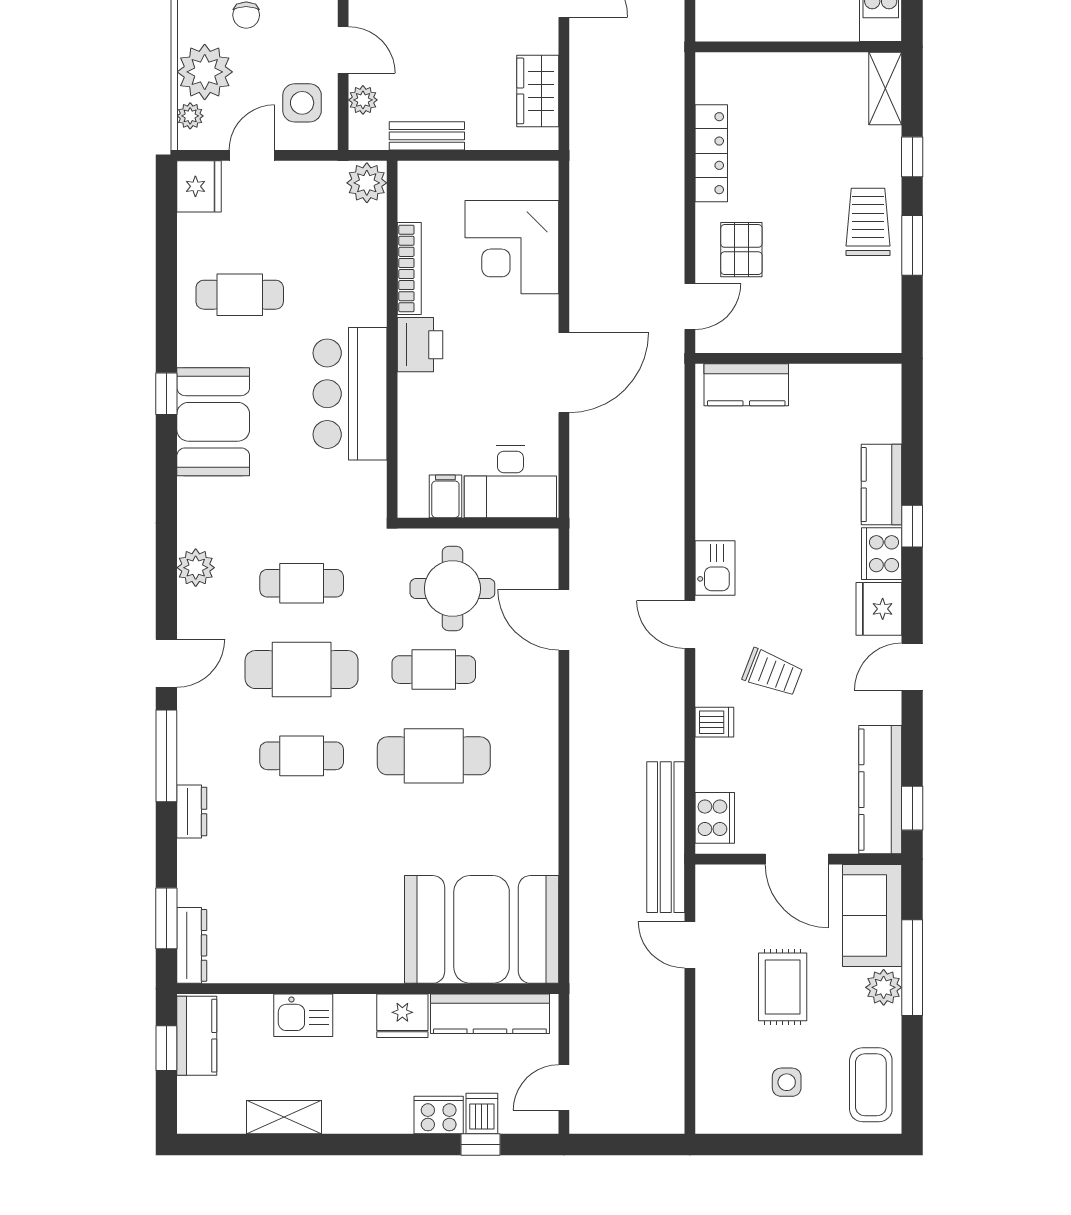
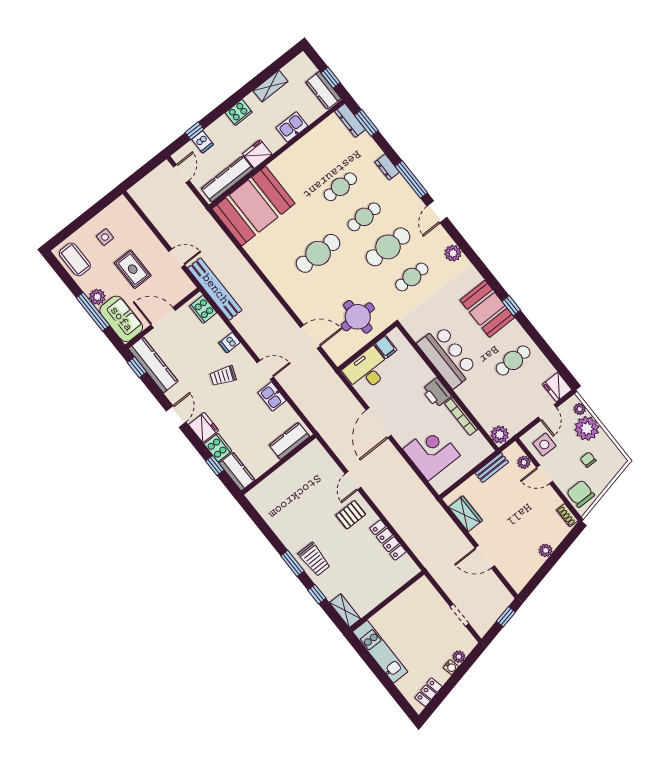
pallet: (741, 250) -> (351, 515), turned 90
wall: (798, 358) -> (279, 464), moved
kitchen counter: (746, 385) -> (289, 441), moved
cafe table: (434, 670) -> (340, 187), moved
cooker: (439, 1115) -> (239, 112), moved

